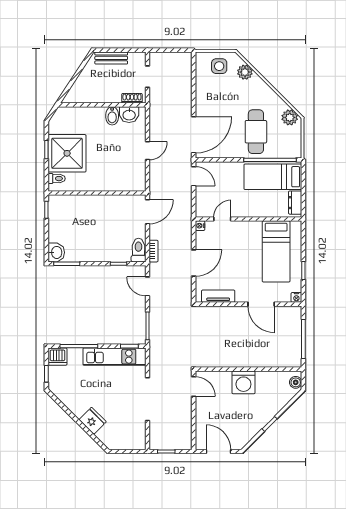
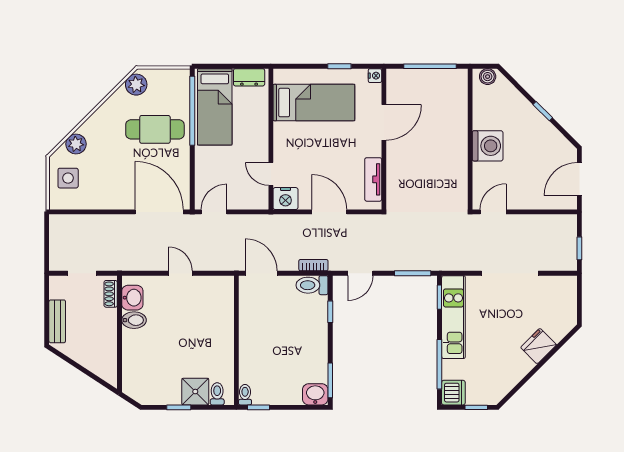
shower: (67, 153) -> (195, 392), width x0.54, depth x0.54
toilet: (56, 200) -> (245, 395), added
nightstand: (200, 226) -> (285, 199), width x1.89, depth x1.79

